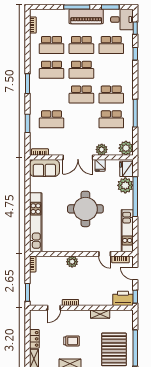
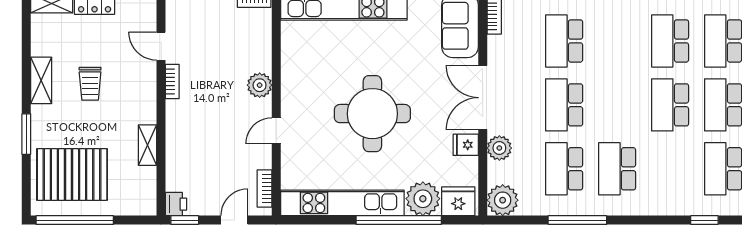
school desk: (81, 95) -> (564, 105), moved
kitchen unit: (127, 231) -> (342, 203), width x1.36
door: (105, 254) -> (276, 131), moved
printer: (123, 298) -> (176, 204), width x0.53, depth x0.68

